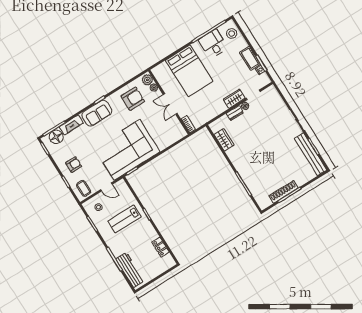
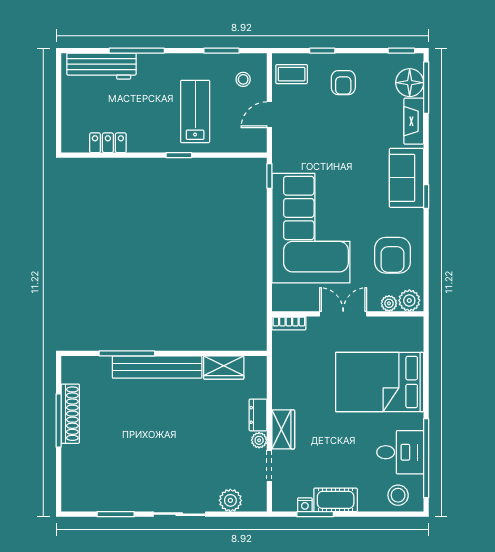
plant: (278, 102) -> (230, 500), added
corner sofa: (127, 150) -> (311, 228), moved
bench: (310, 154) -> (157, 367), moved

